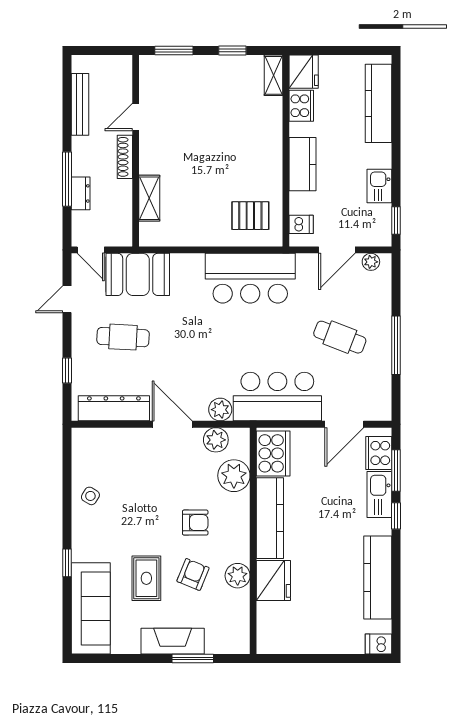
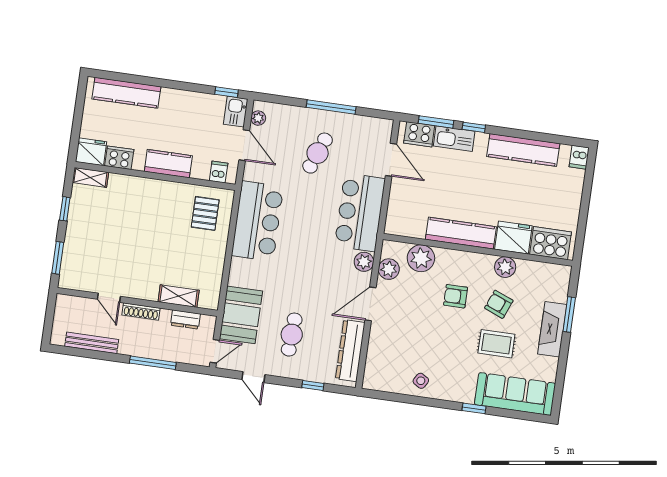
kitchen sink: (379, 186) -> (236, 112), moved, turned 90
dresser: (81, 193) -> (185, 319), moved, turned 180
cooker: (273, 453) -> (551, 243), moved
armchair: (195, 523) -> (456, 296), turned -90

